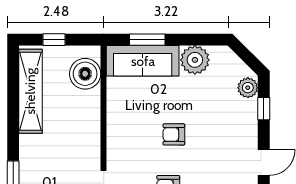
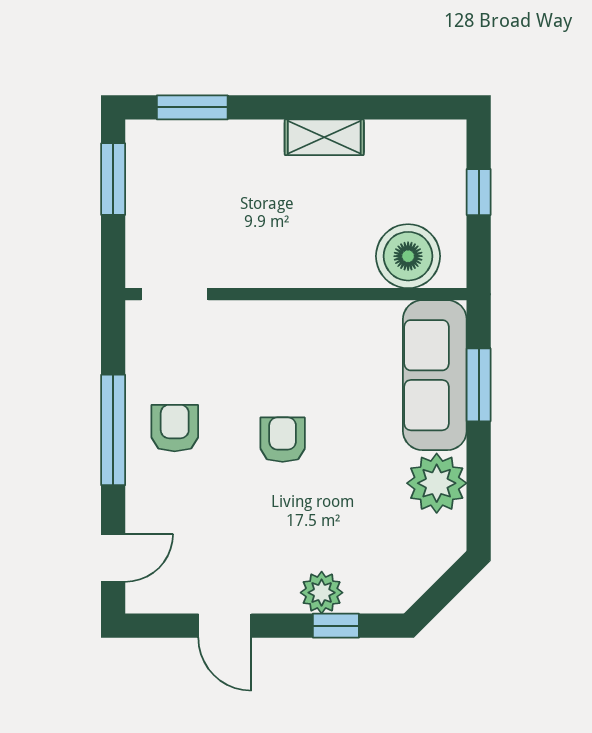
plant: (248, 88) -> (322, 593), moved
shelving: (30, 91) -> (324, 137), width x0.45, depth x0.75

